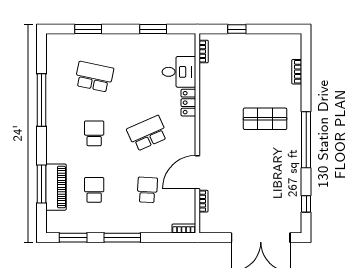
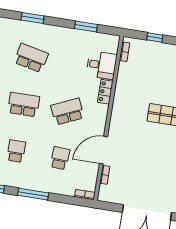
school desk: (94, 133) -> (24, 105), width x1.85

